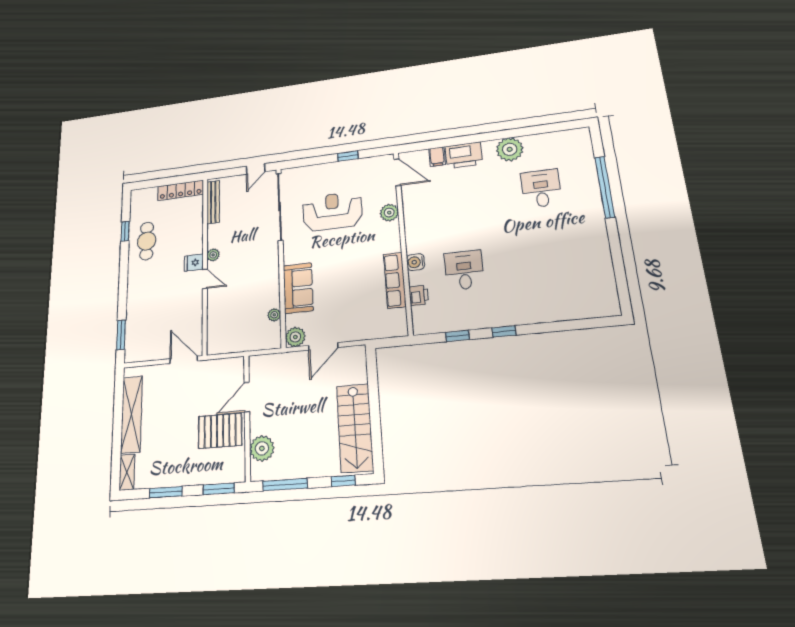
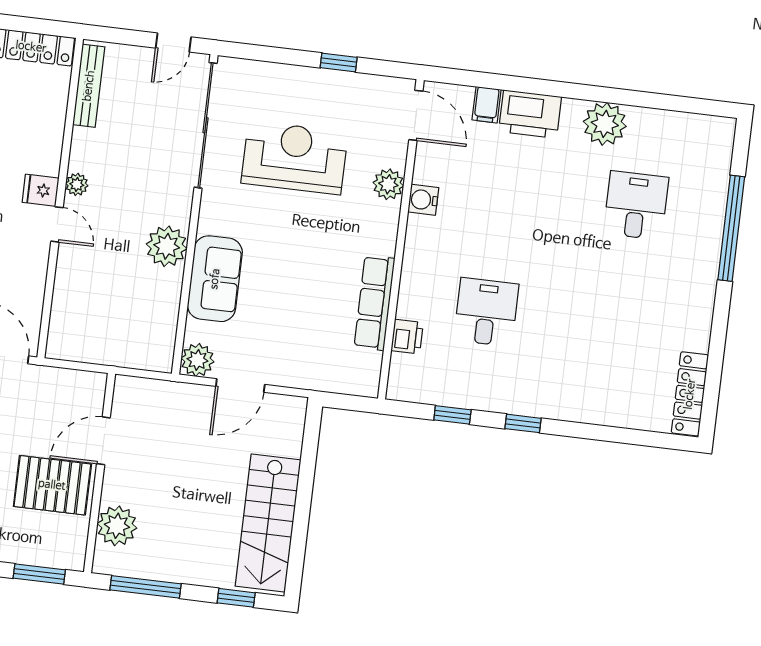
water cooler: (416, 262) -> (423, 200), moved
locker: (608, 290) -> (690, 394), added
plant: (274, 315) -> (167, 246), moved, width x1.88, depth x1.88

